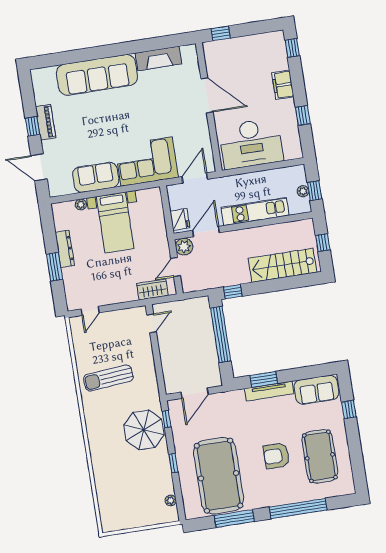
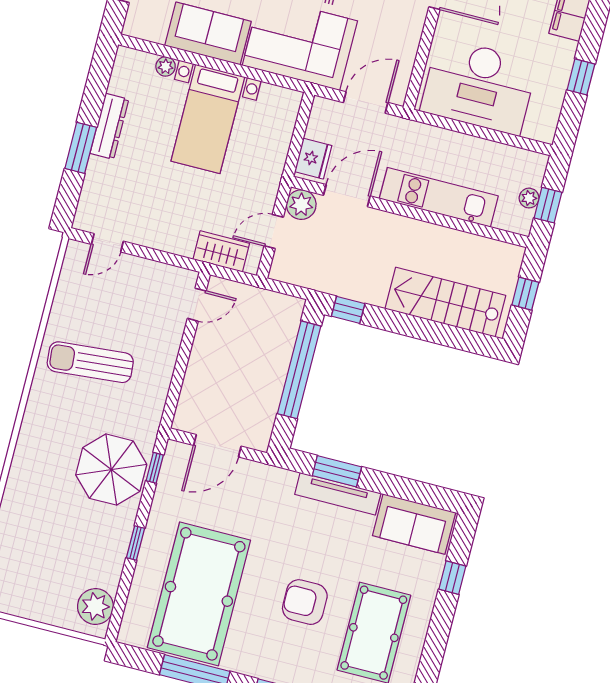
plant: (171, 500) -> (95, 607), width x1.88, depth x1.88

